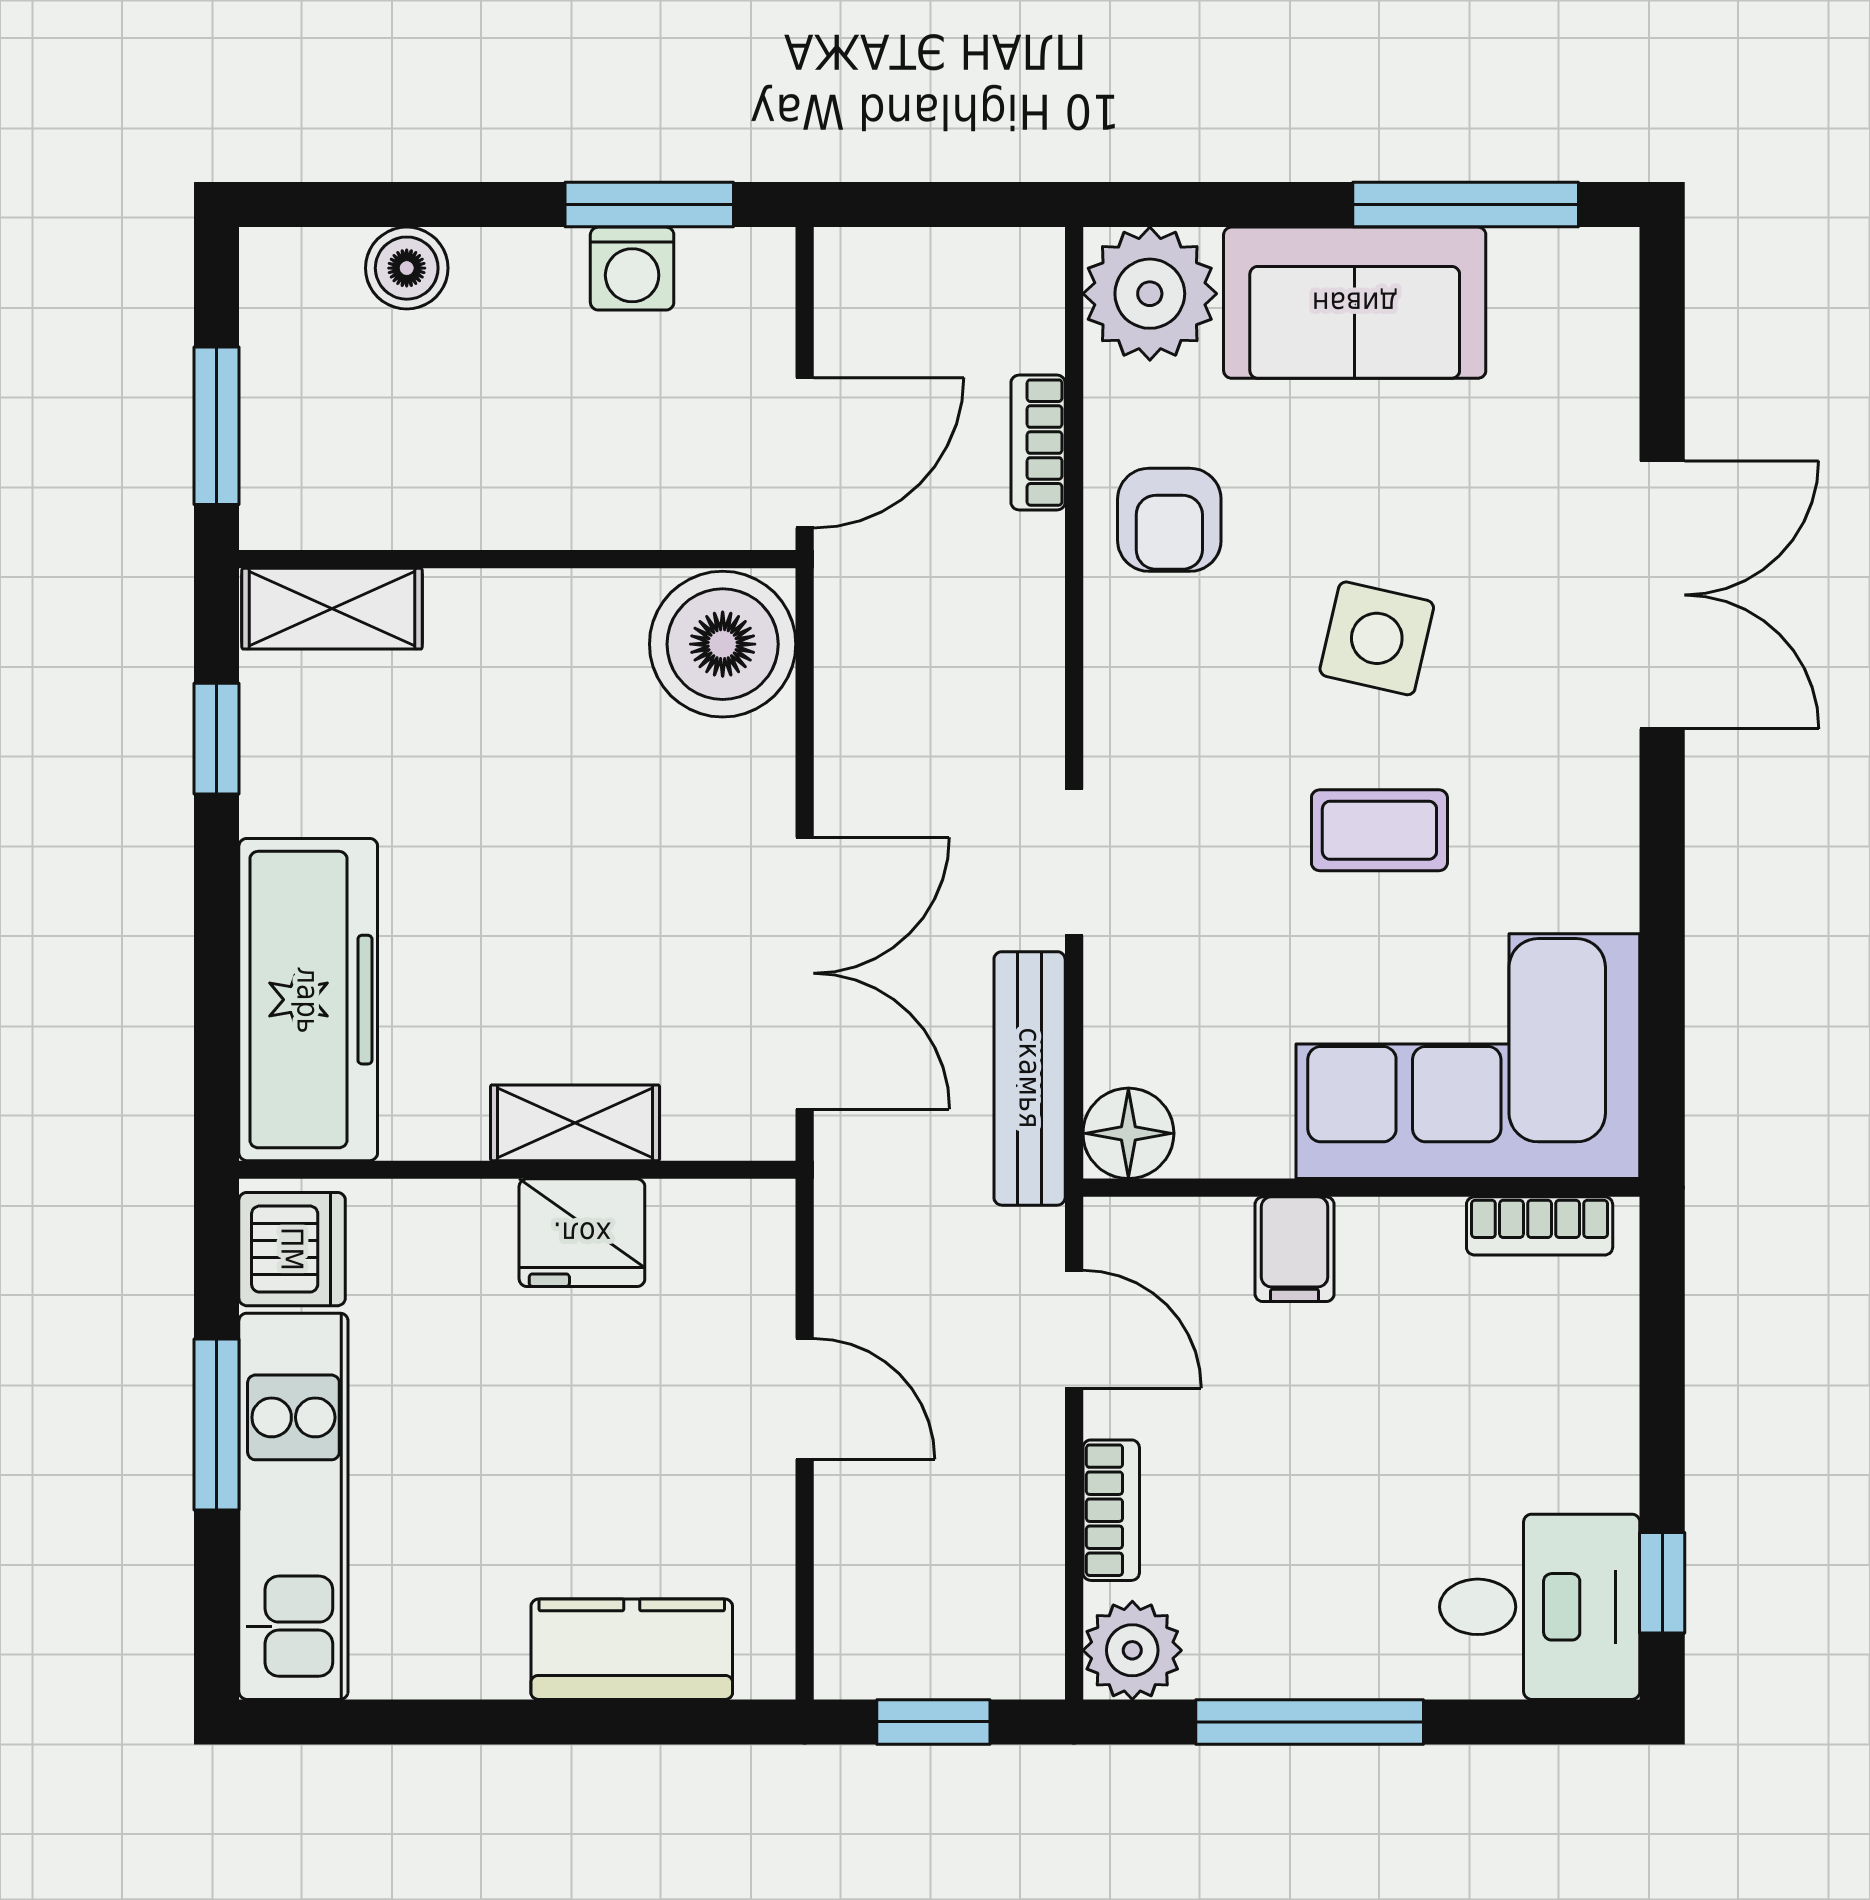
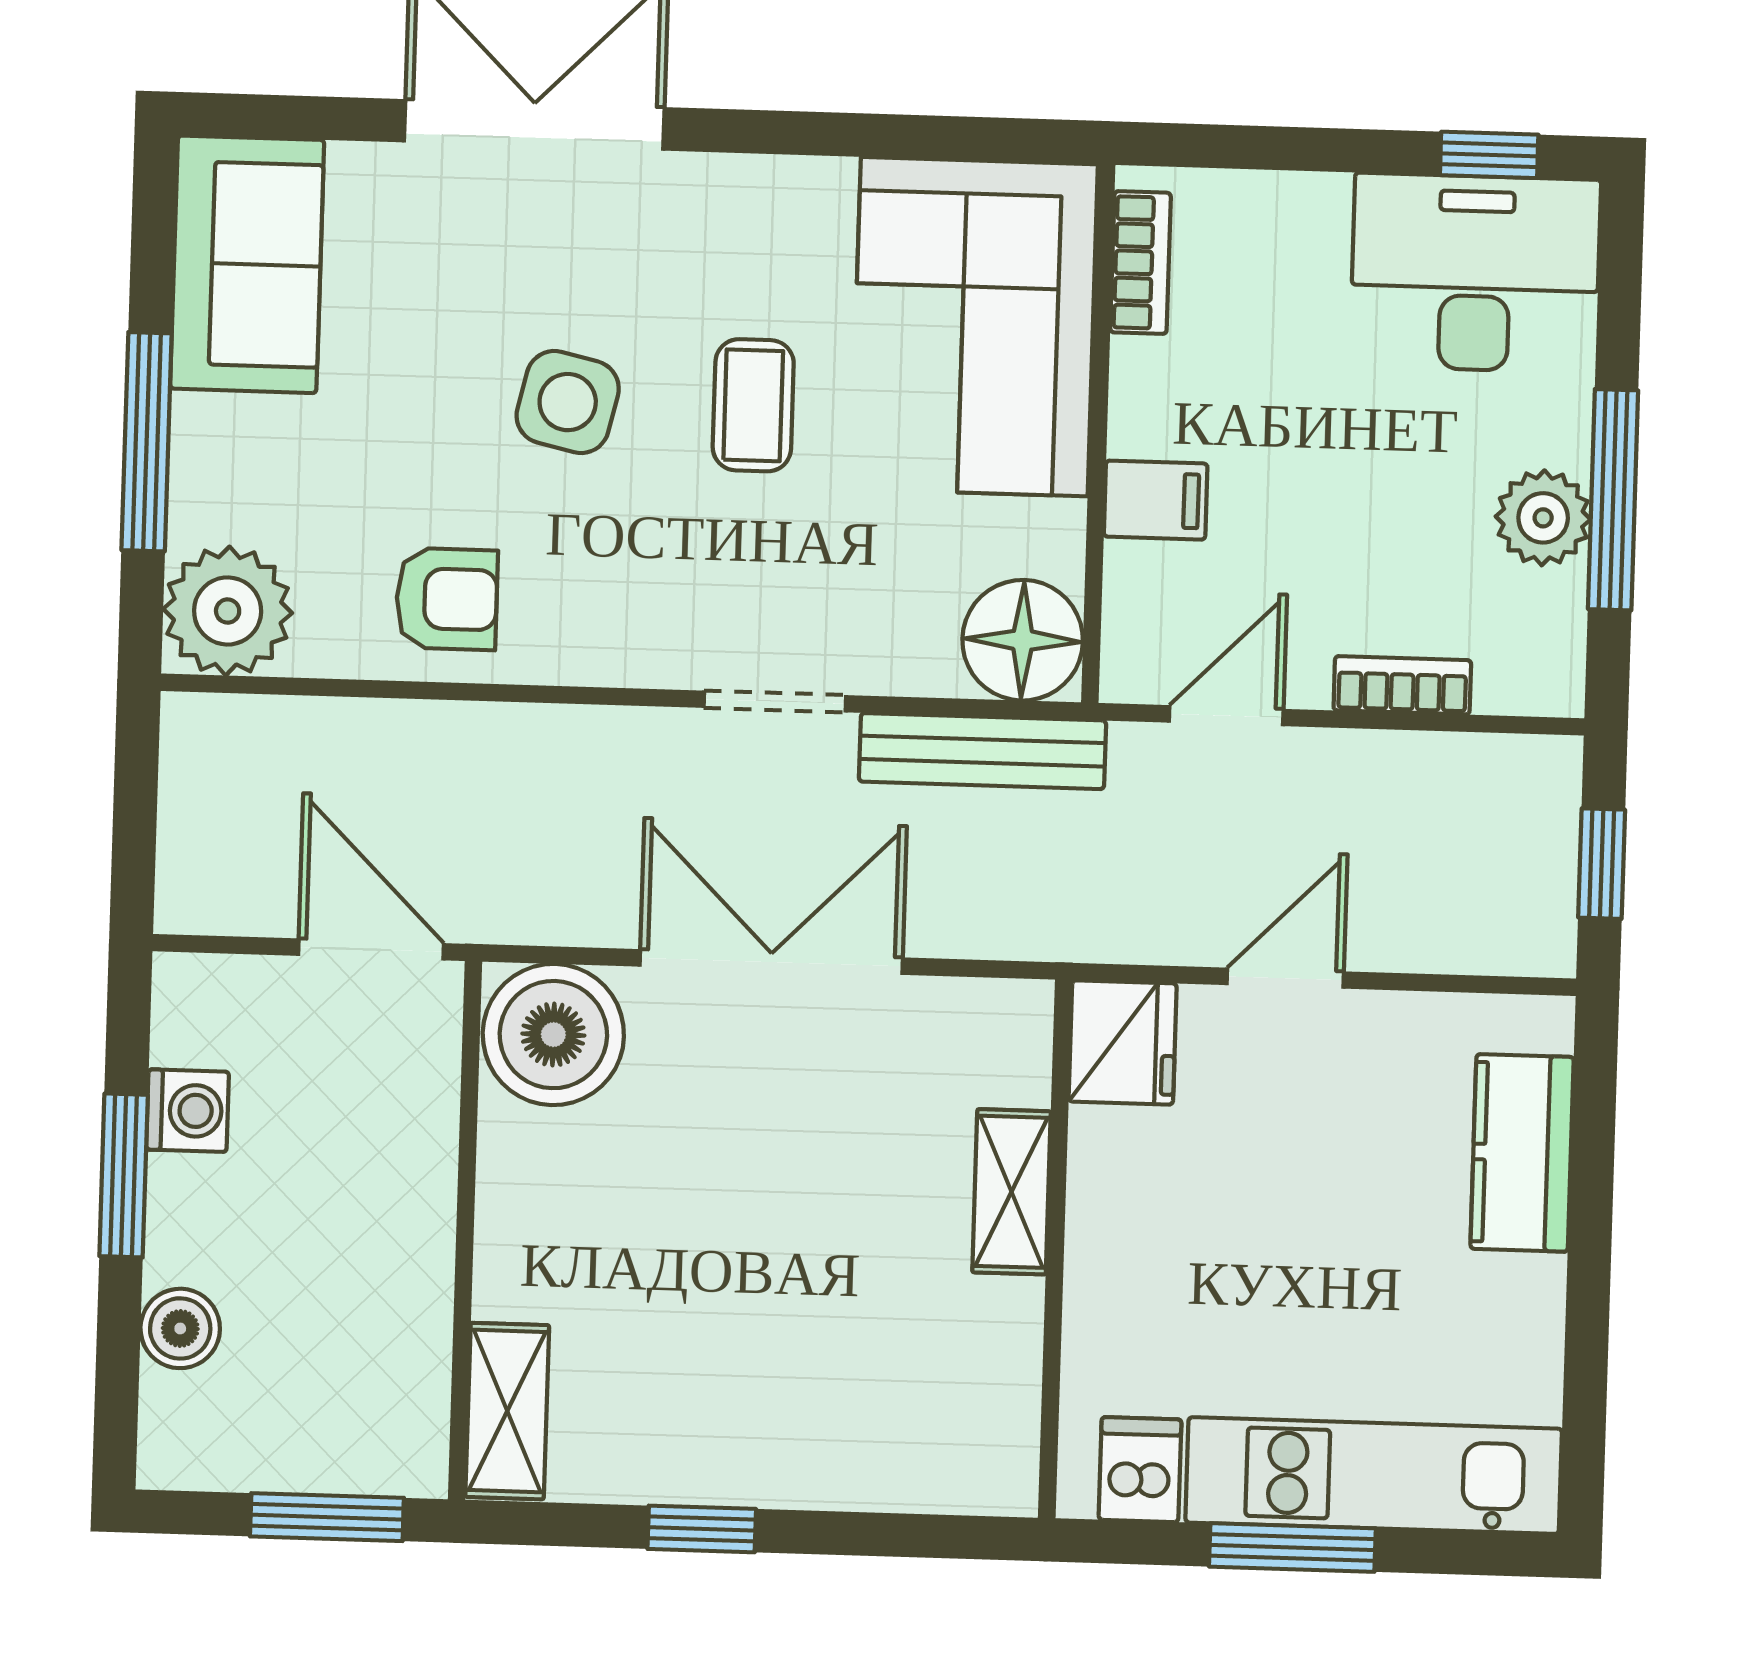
window: (649, 204) -> (124, 1175), moved
window: (1466, 204) -> (147, 442), moved
sofa: (1355, 303) -> (247, 264), moved
bookcase: (1038, 443) -> (368, 724), removed
window: (217, 739) -> (702, 1529), moved
double door: (805, 973) -> (771, 962), moved
freezer: (308, 1000) -> (884, 1446), removed
floor lamp: (1128, 1133) -> (1023, 640), width x1.38, depth x1.38
fridge: (582, 1233) -> (1123, 1042), moved
dishwasher: (292, 1249) -> (1140, 1470), width x0.73
desk: (1540, 1607) -> (1475, 273), width x1.37
plant: (1132, 1650) -> (1543, 518), moved

